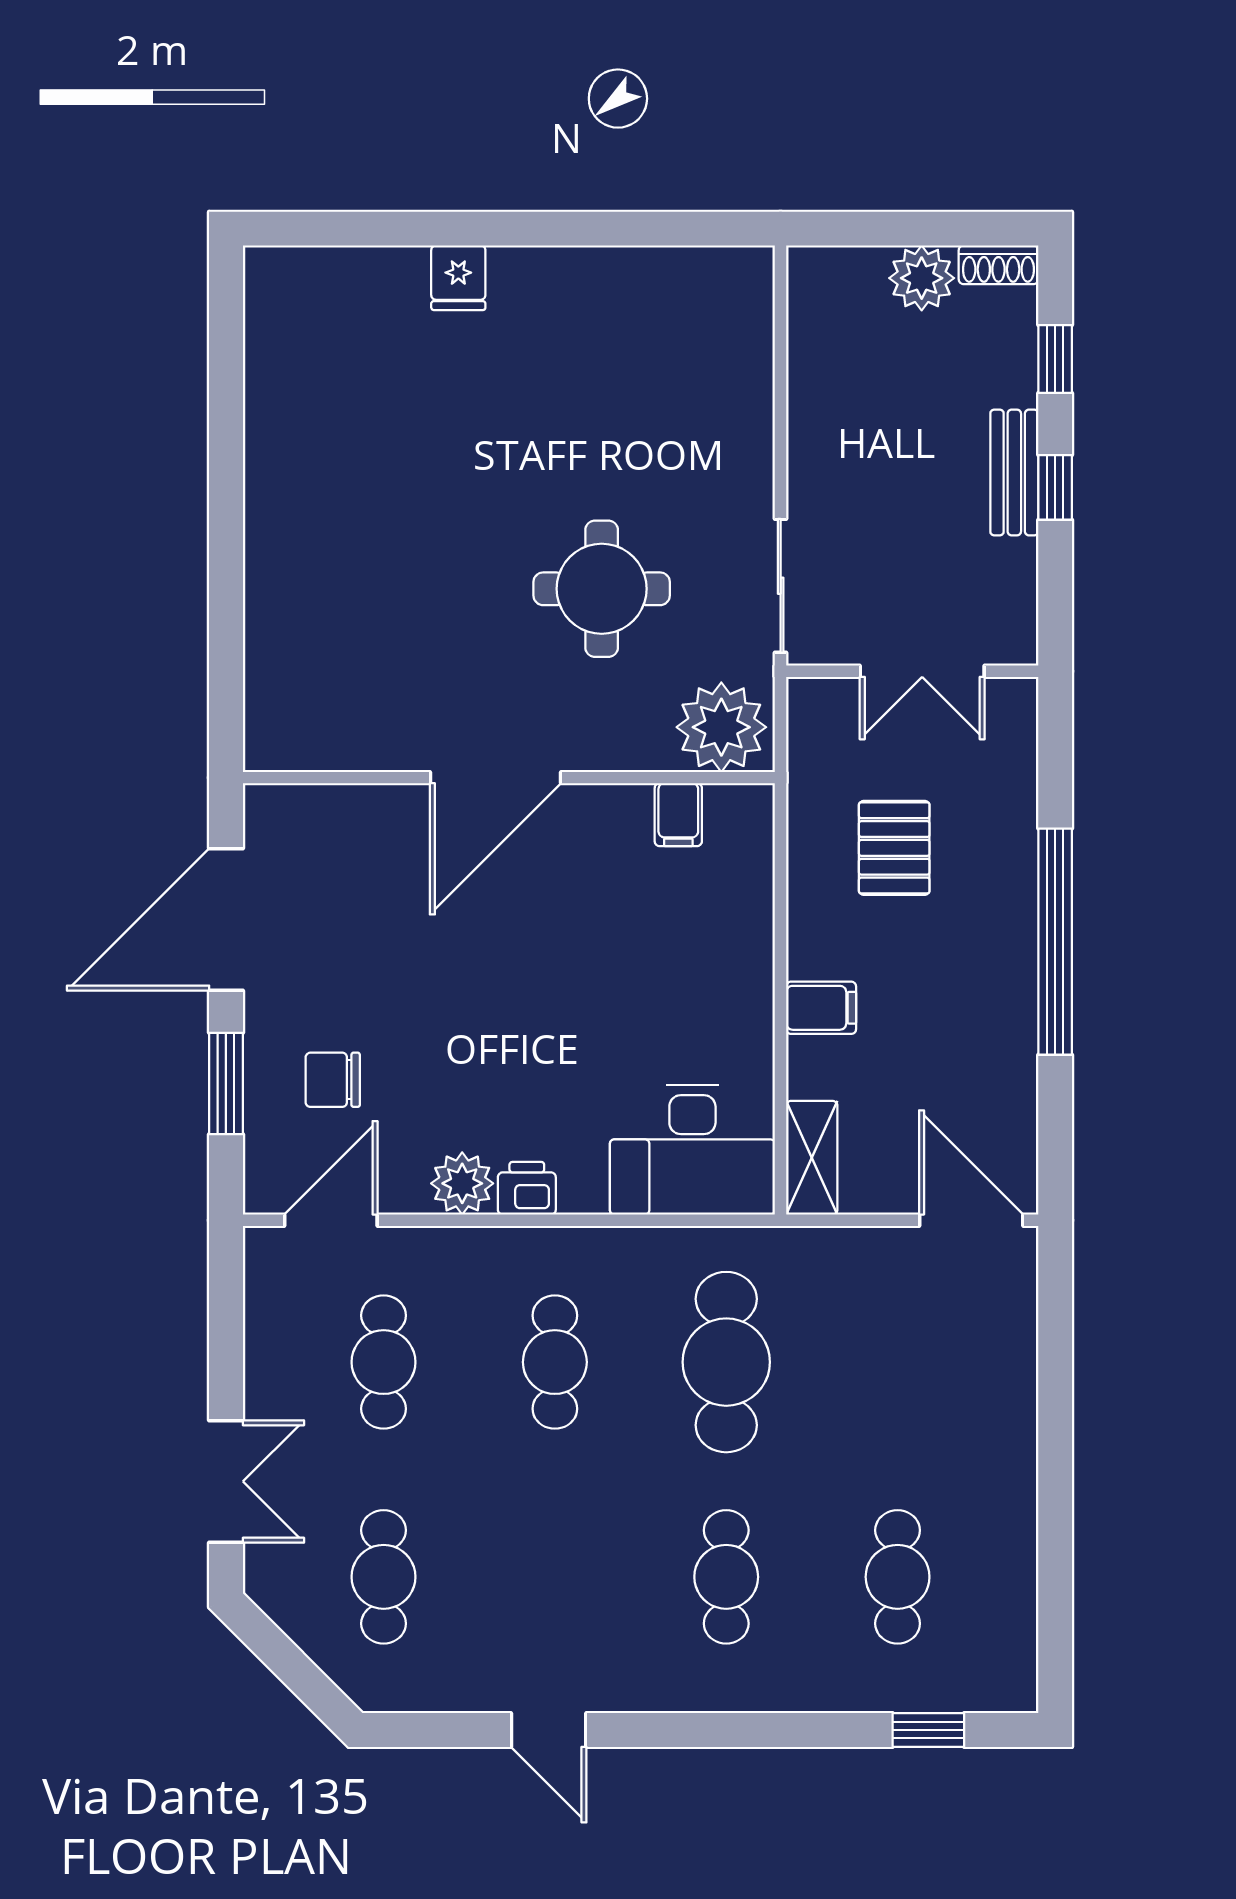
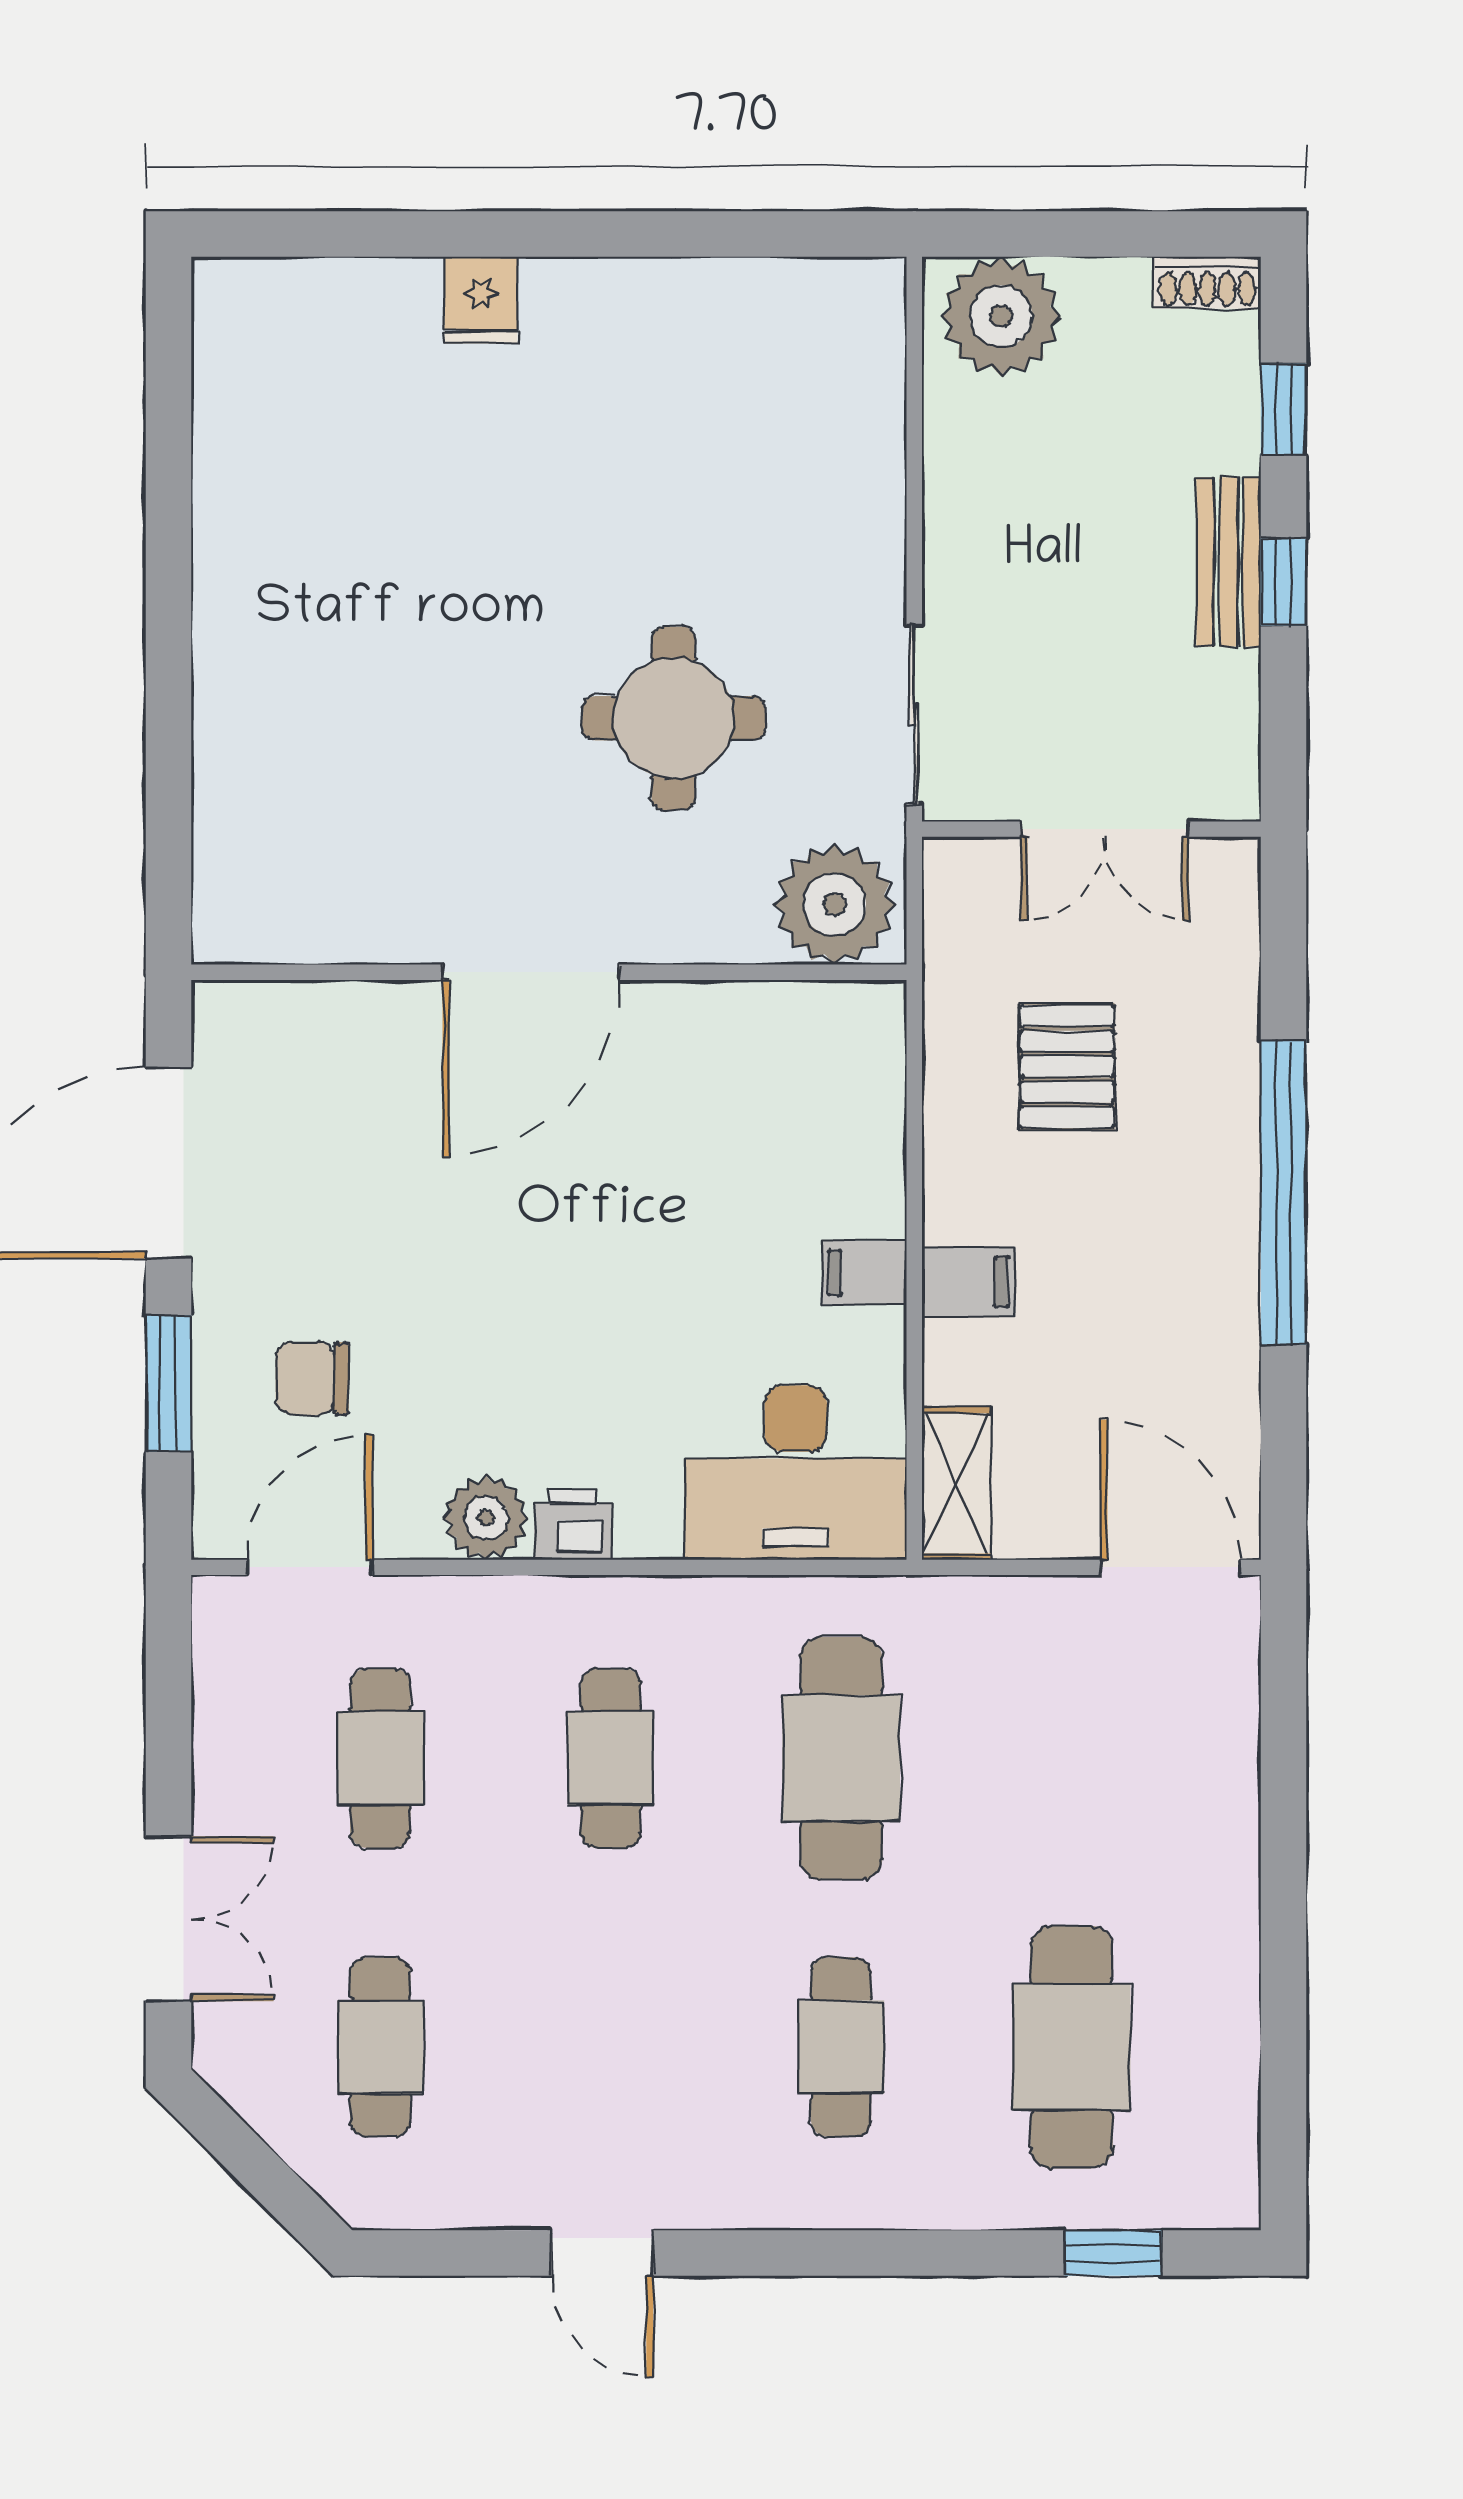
plant: (922, 278) -> (1001, 316), moved, width x1.36, depth x1.36
filing cabinet: (678, 815) -> (864, 1273), moved, turned 90
cafe table: (898, 1577) -> (1072, 2047), width x1.37, depth x1.35

